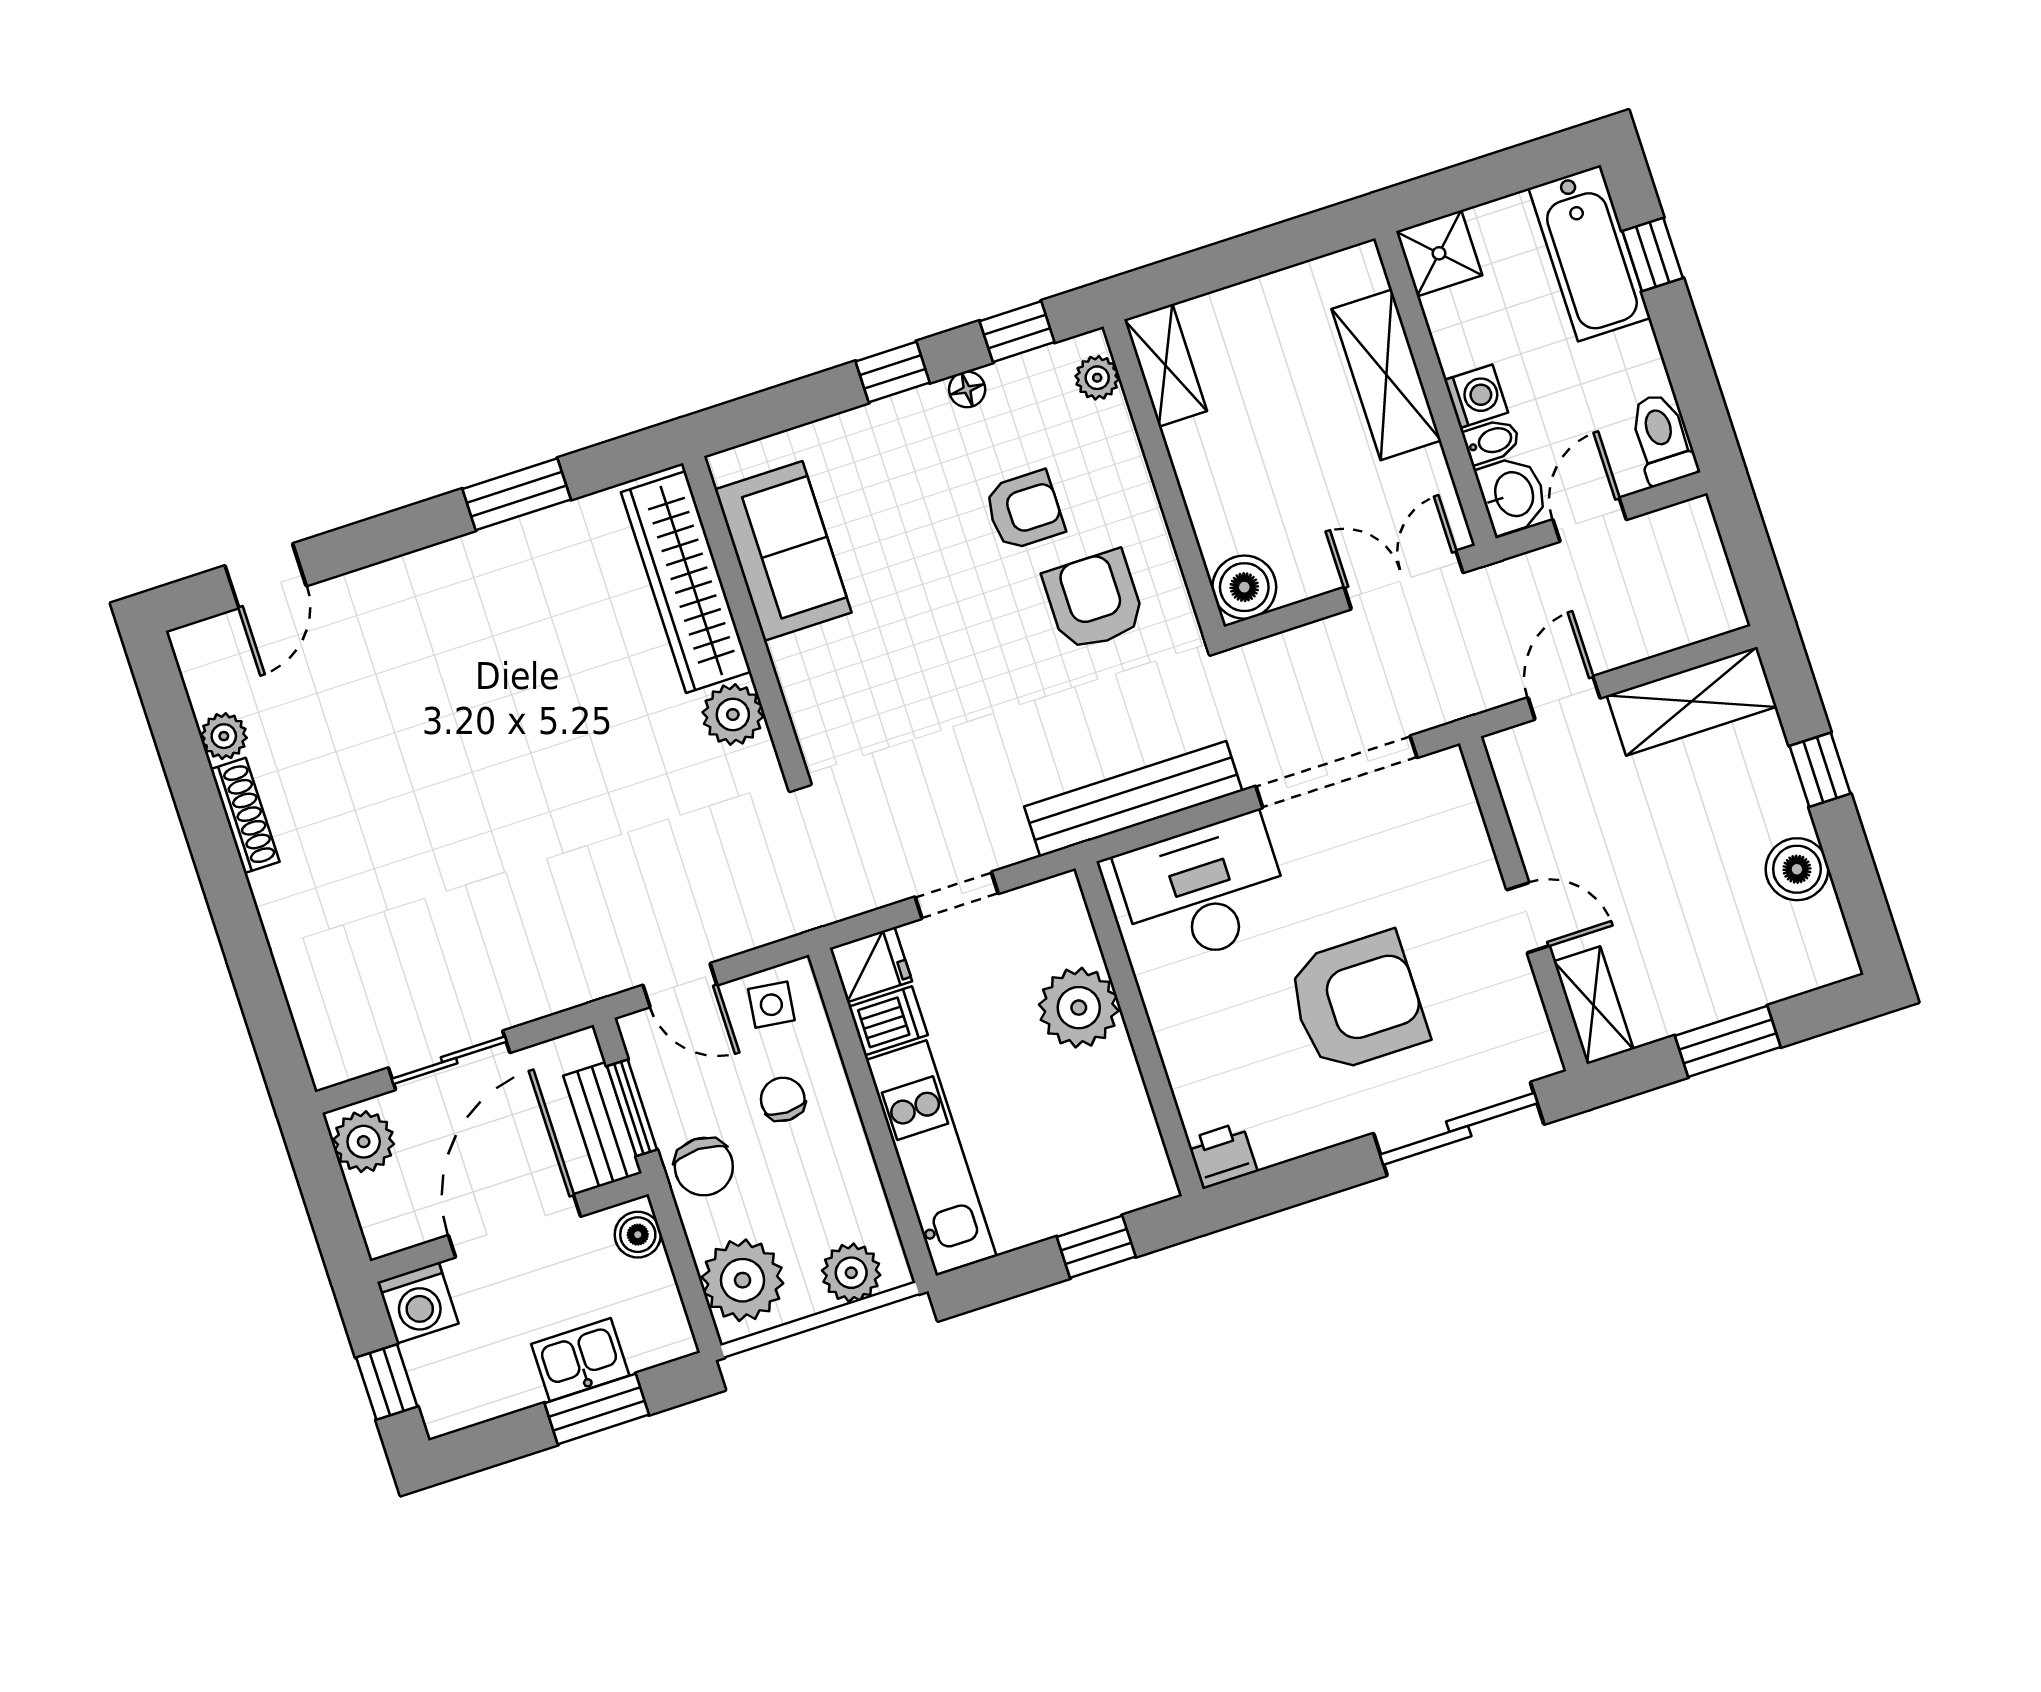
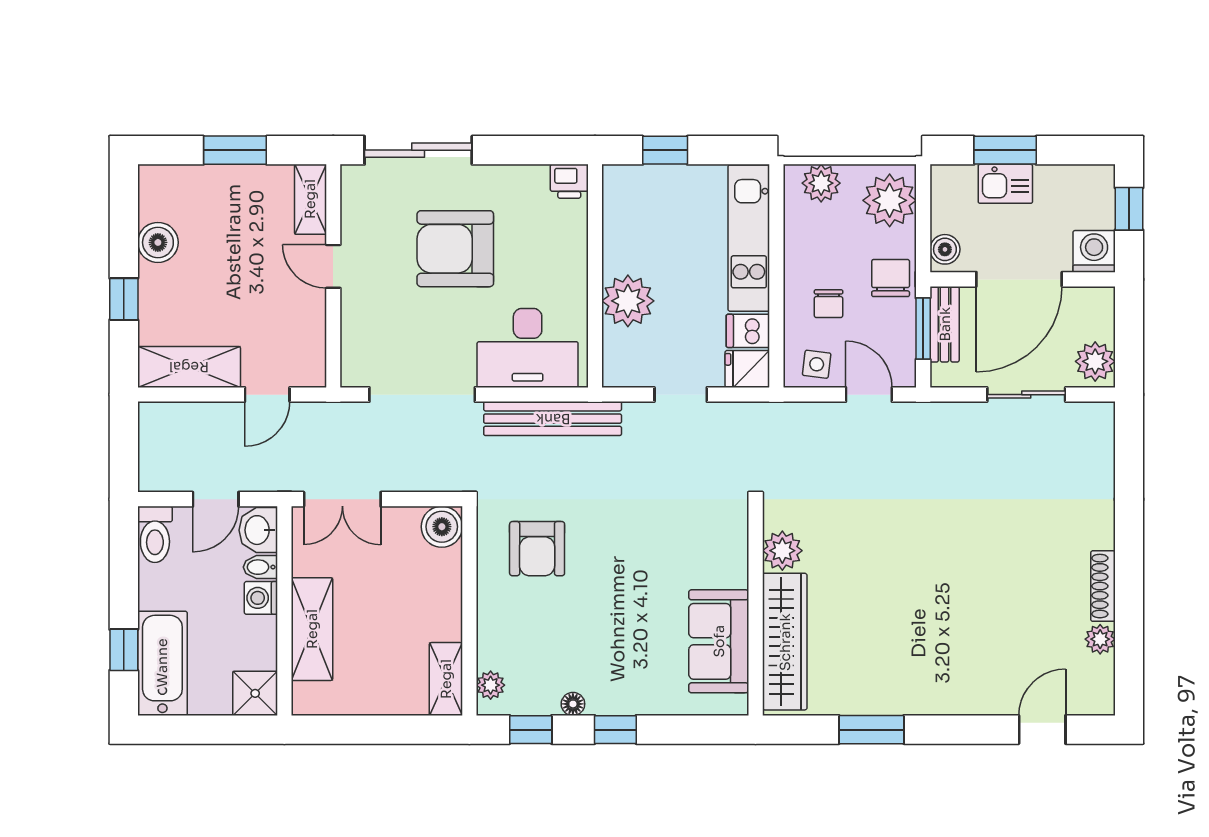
armchair: (1024, 510) -> (562, 618), removed

